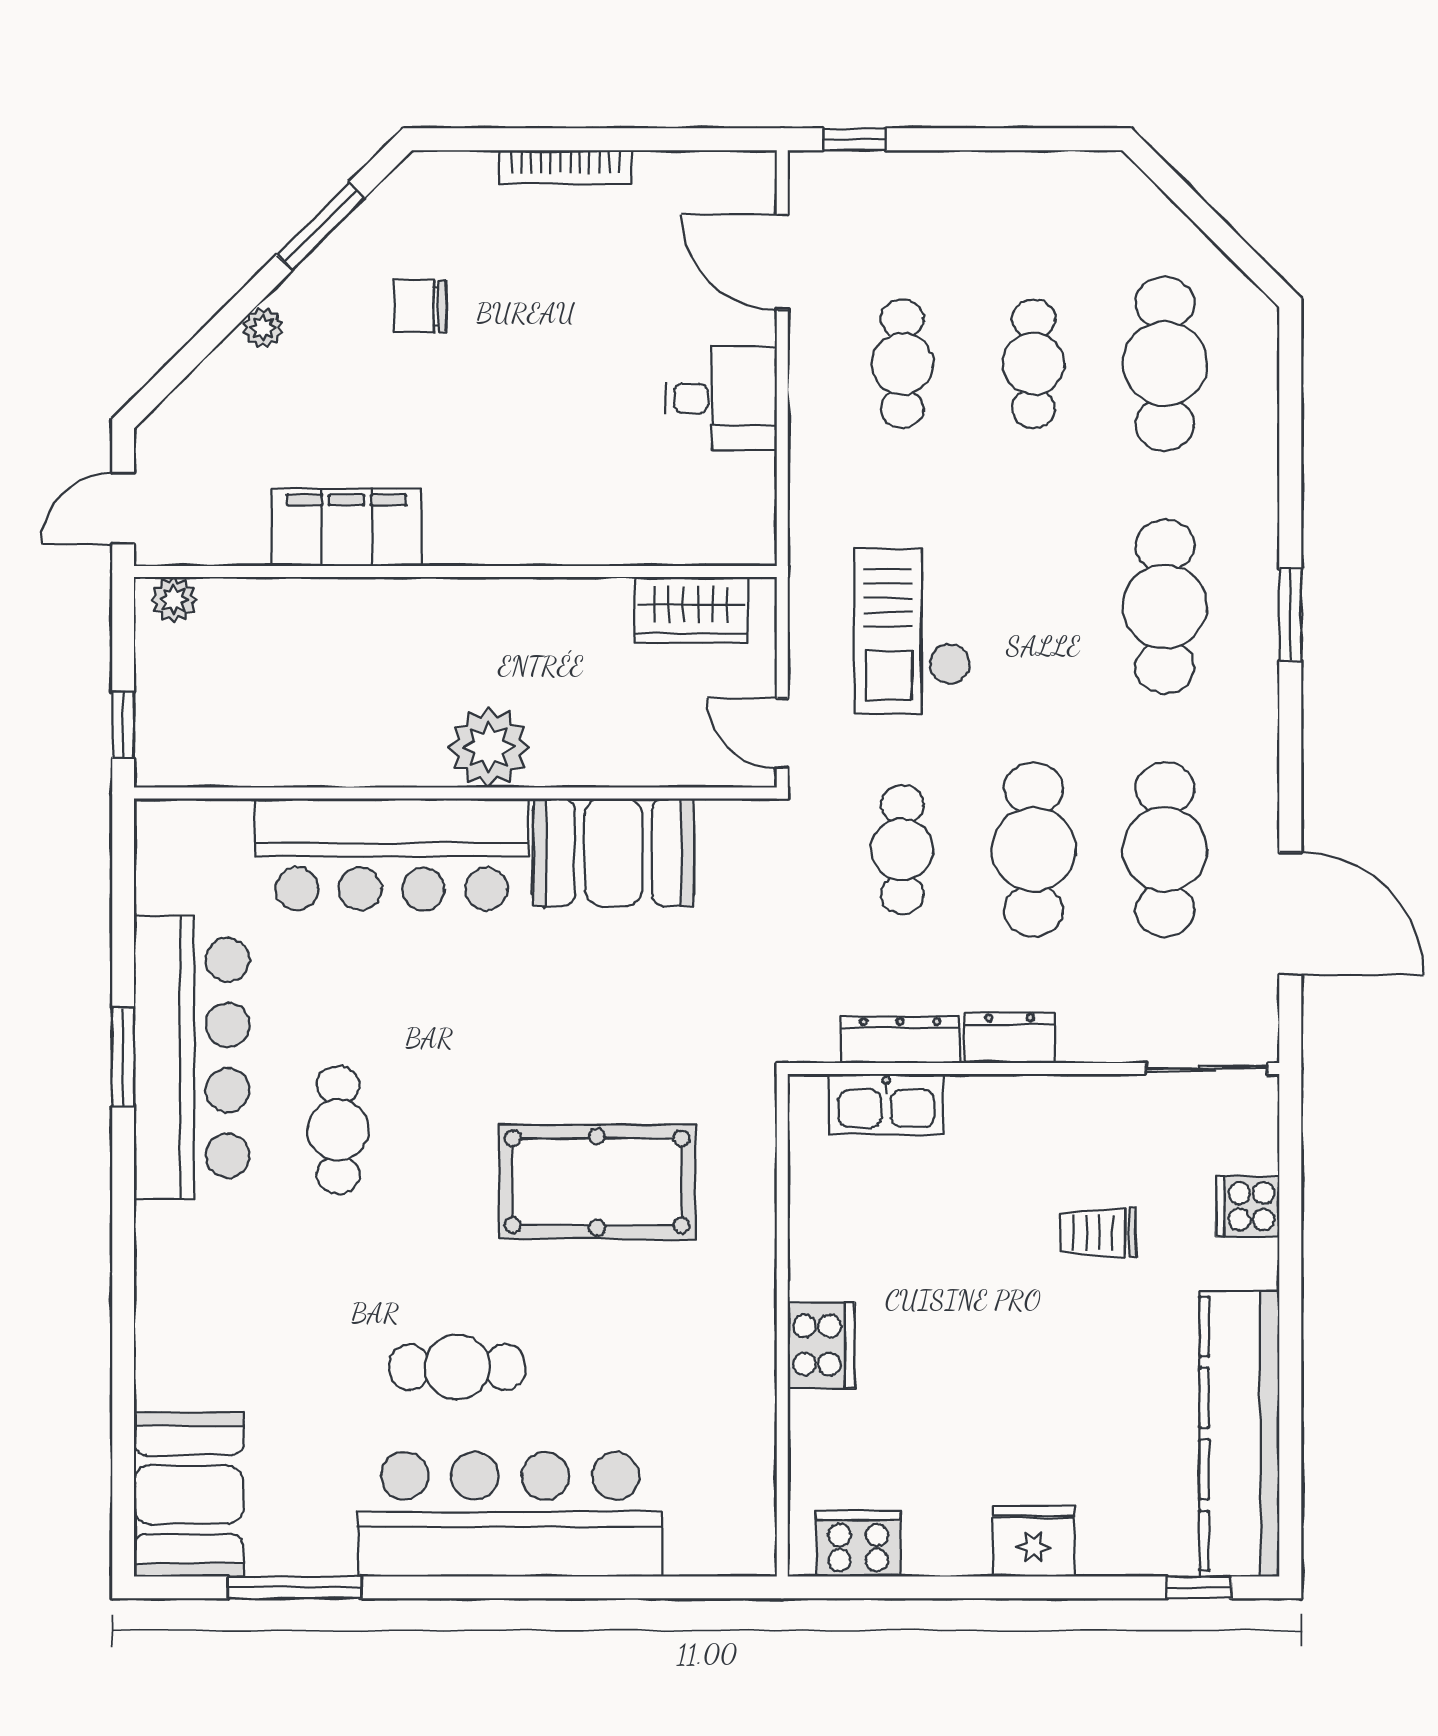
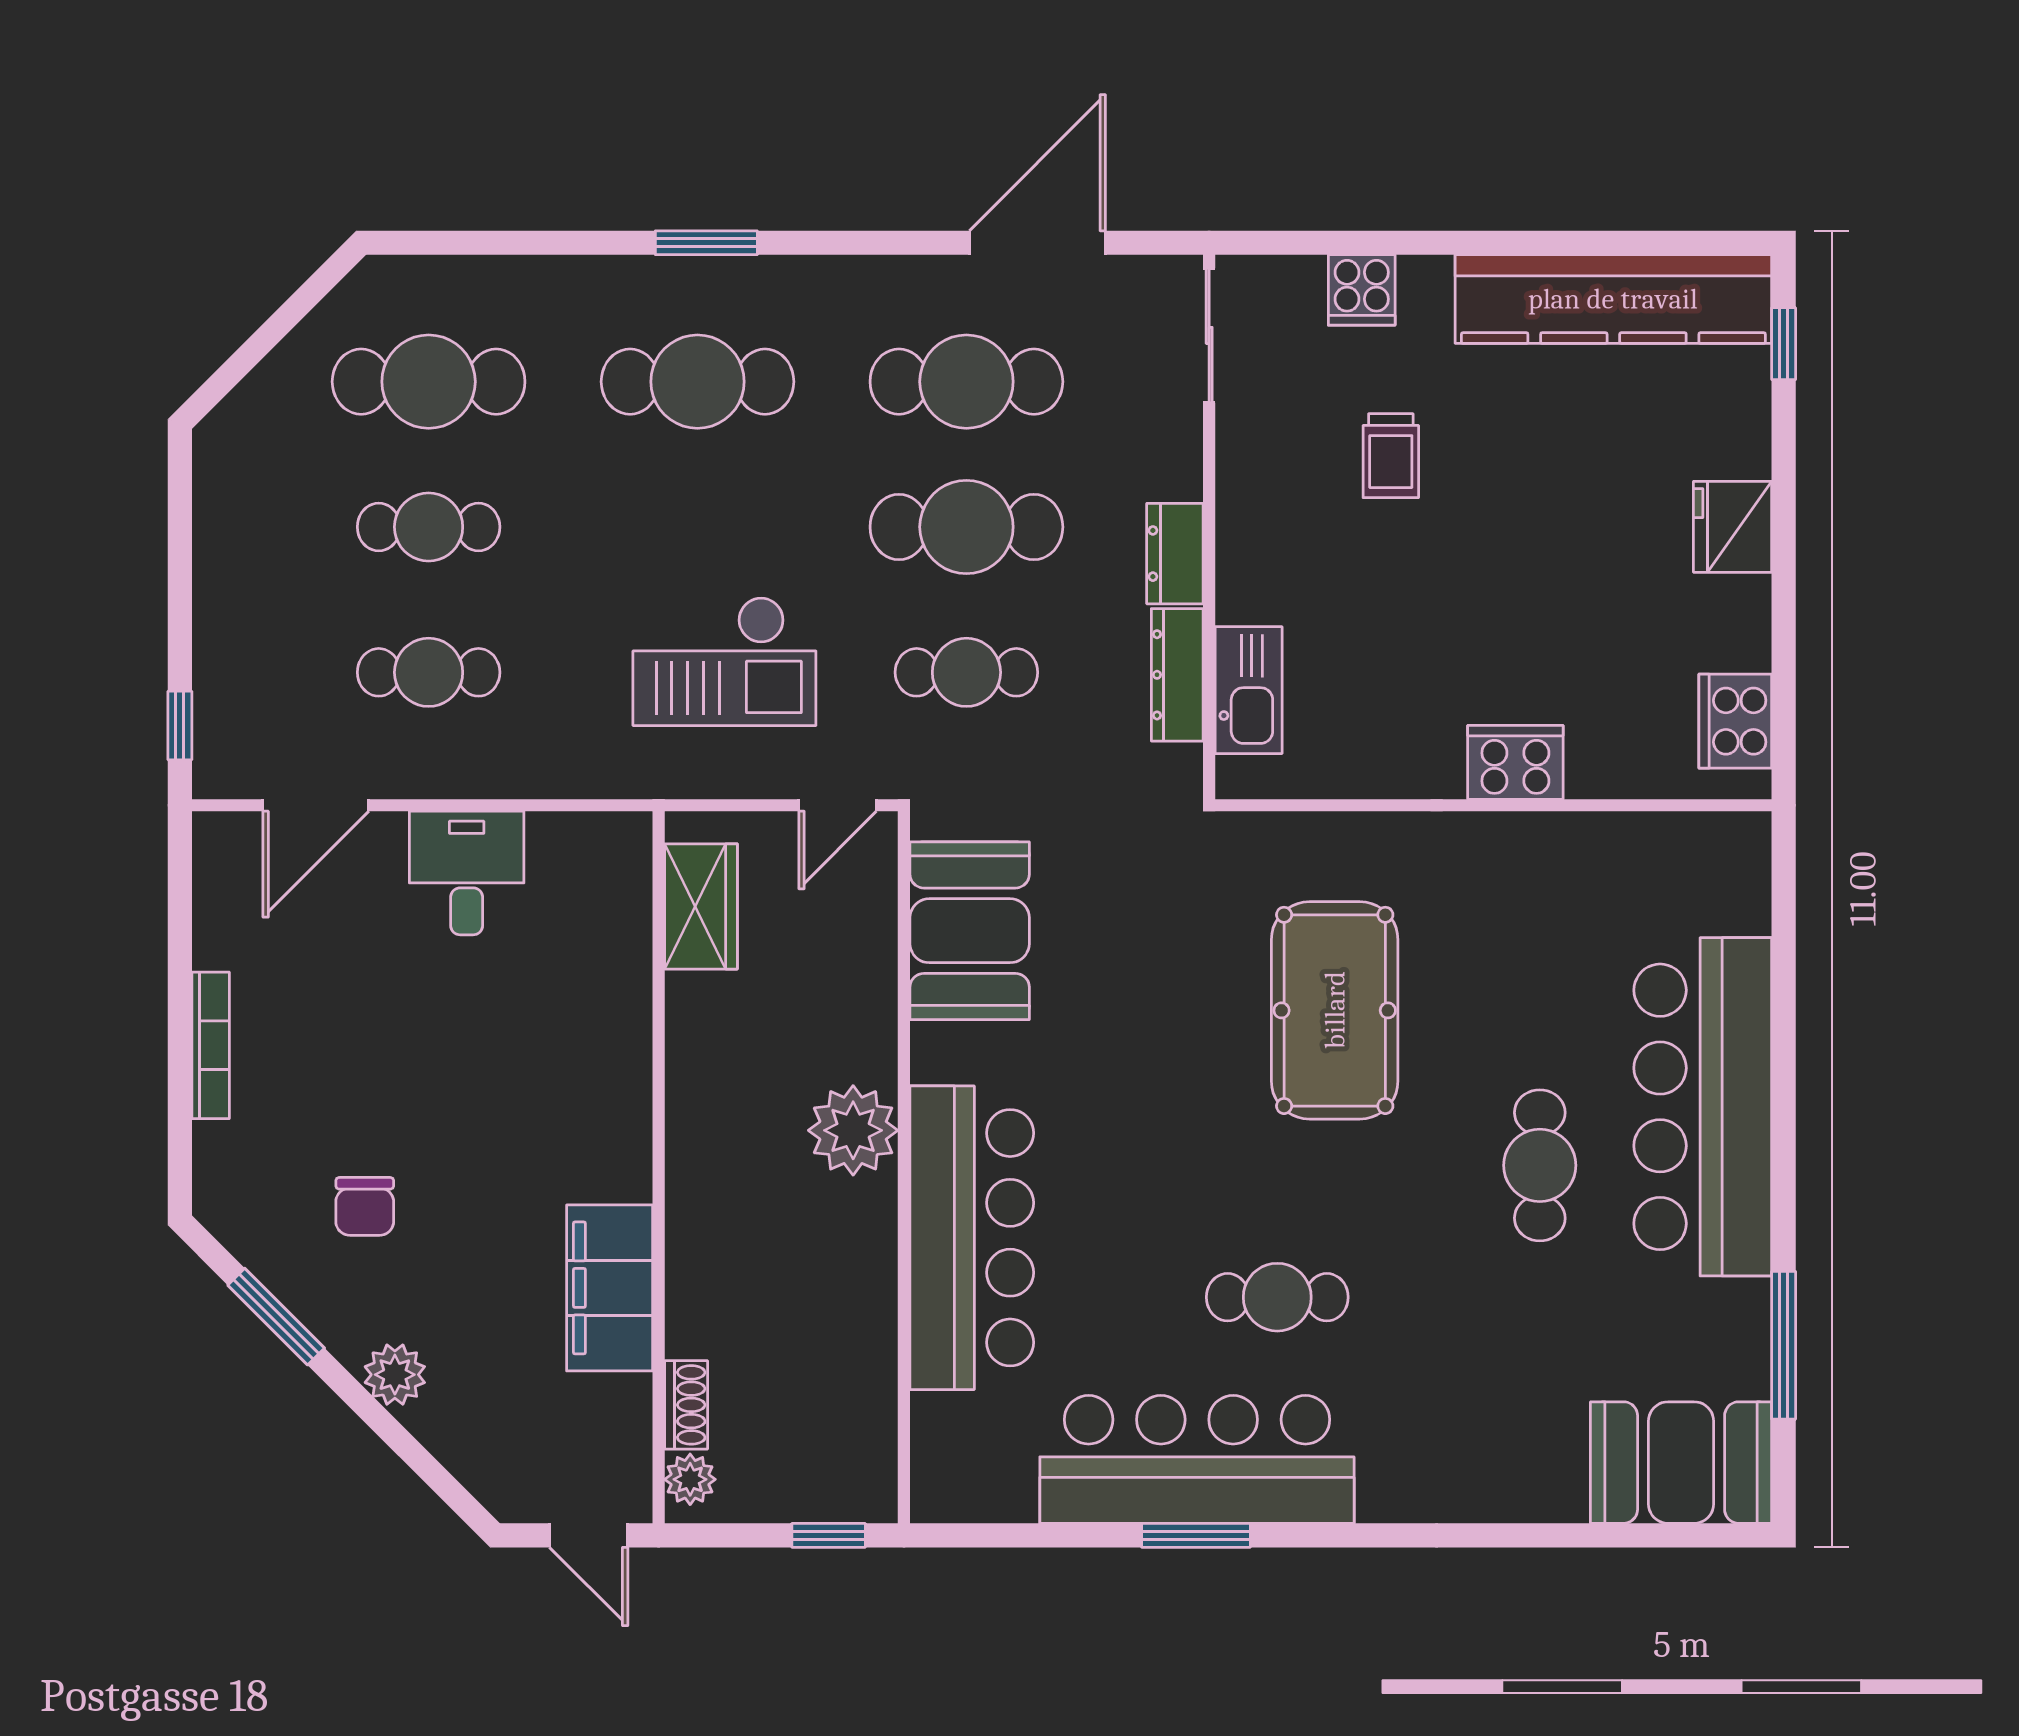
plant: (263, 328) -> (395, 1375), width x1.38, depth x1.38
shoe rack: (241, 596) -> (686, 1405), added
booth: (613, 852) -> (970, 931), moved

